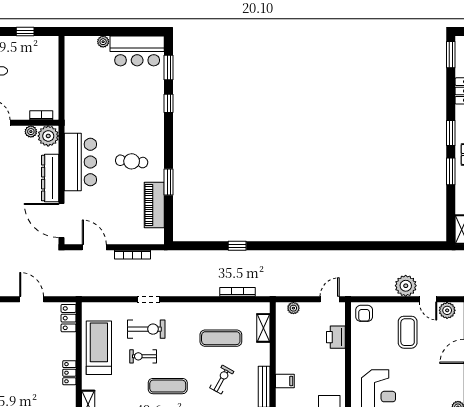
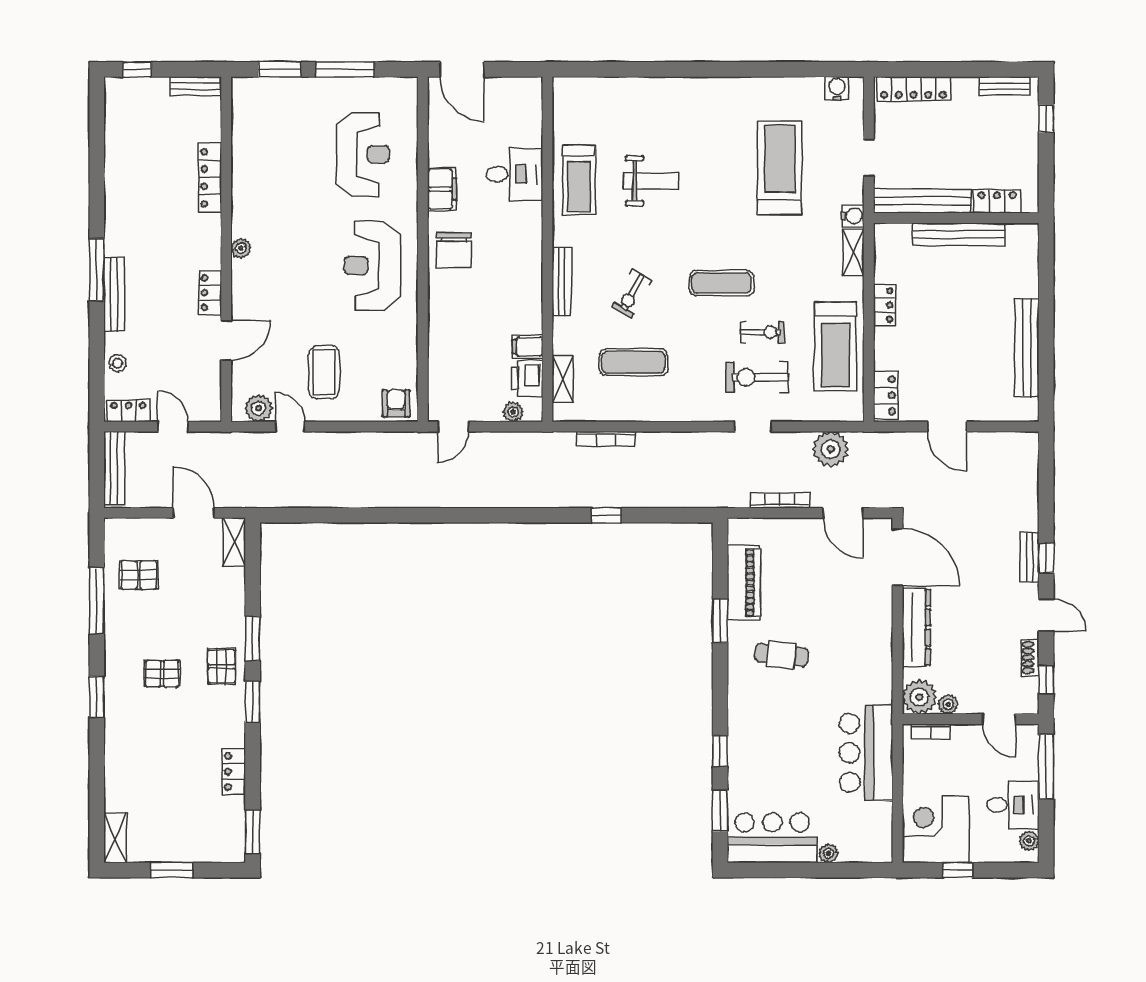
corner desk: (38, 56) -> (936, 830), added
bar counter: (80, 162) -> (866, 753), moved
plant: (406, 286) -> (831, 449), moved
printer: (336, 337) -> (527, 378), moved, turned 180
filing cabinet: (285, 381) -> (527, 346), moved

